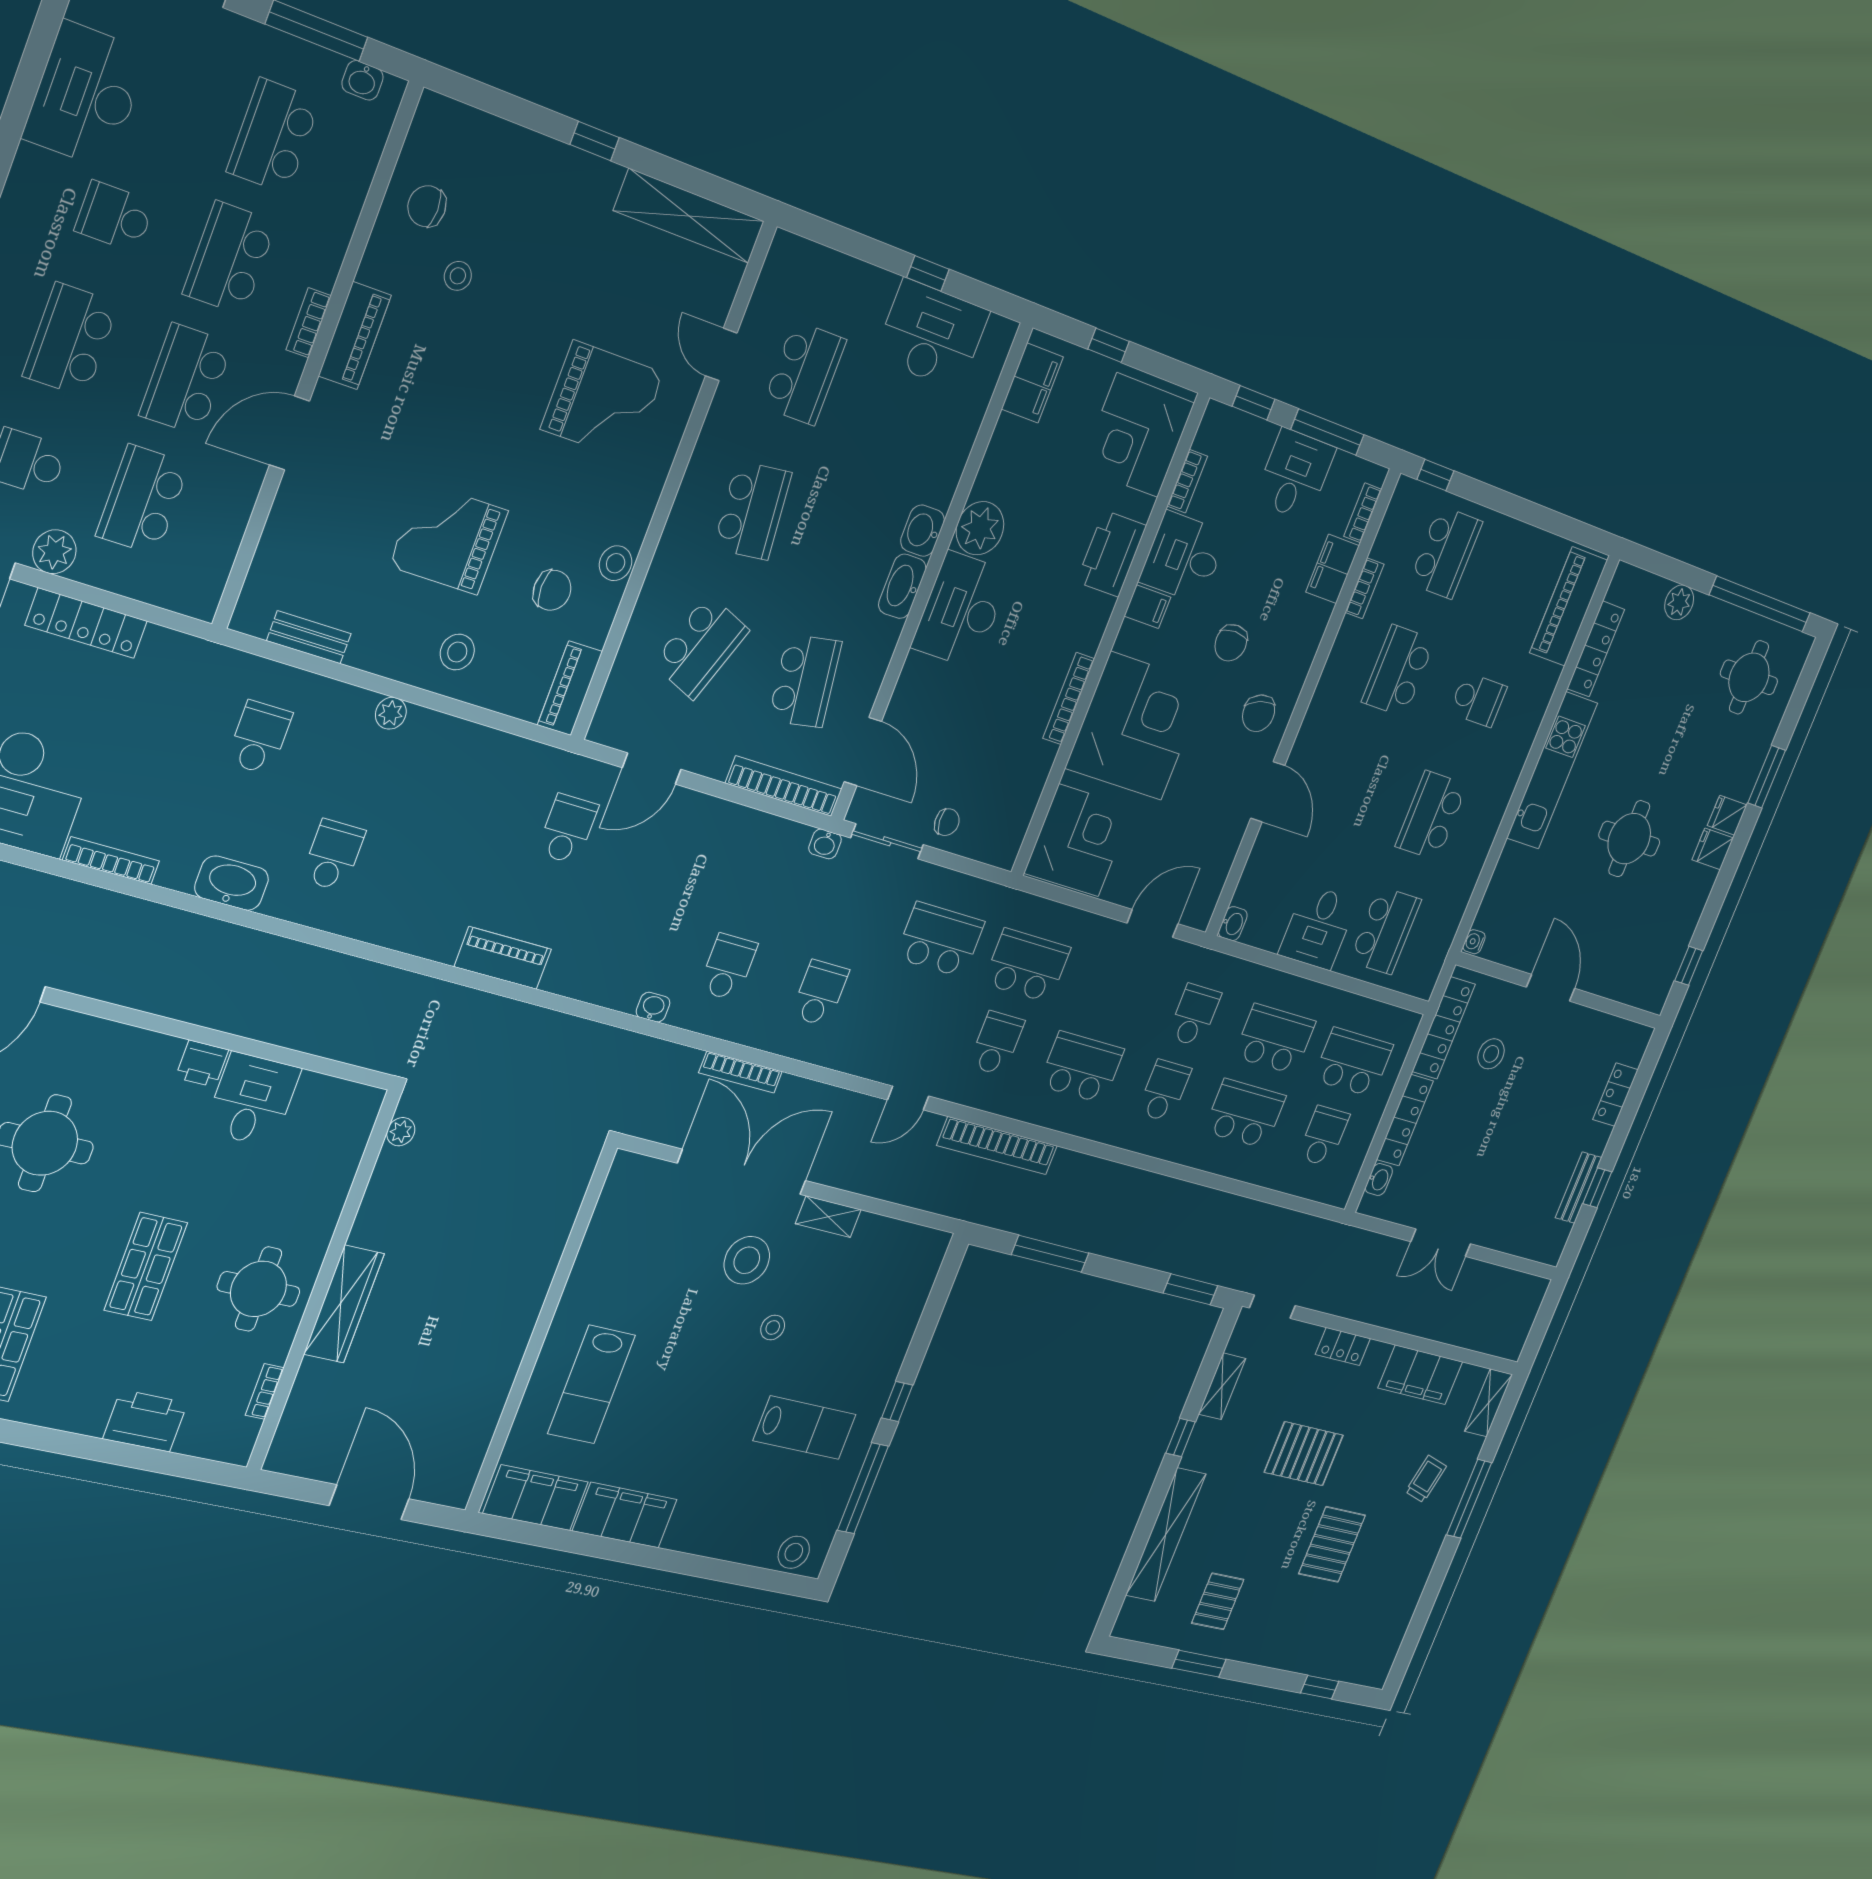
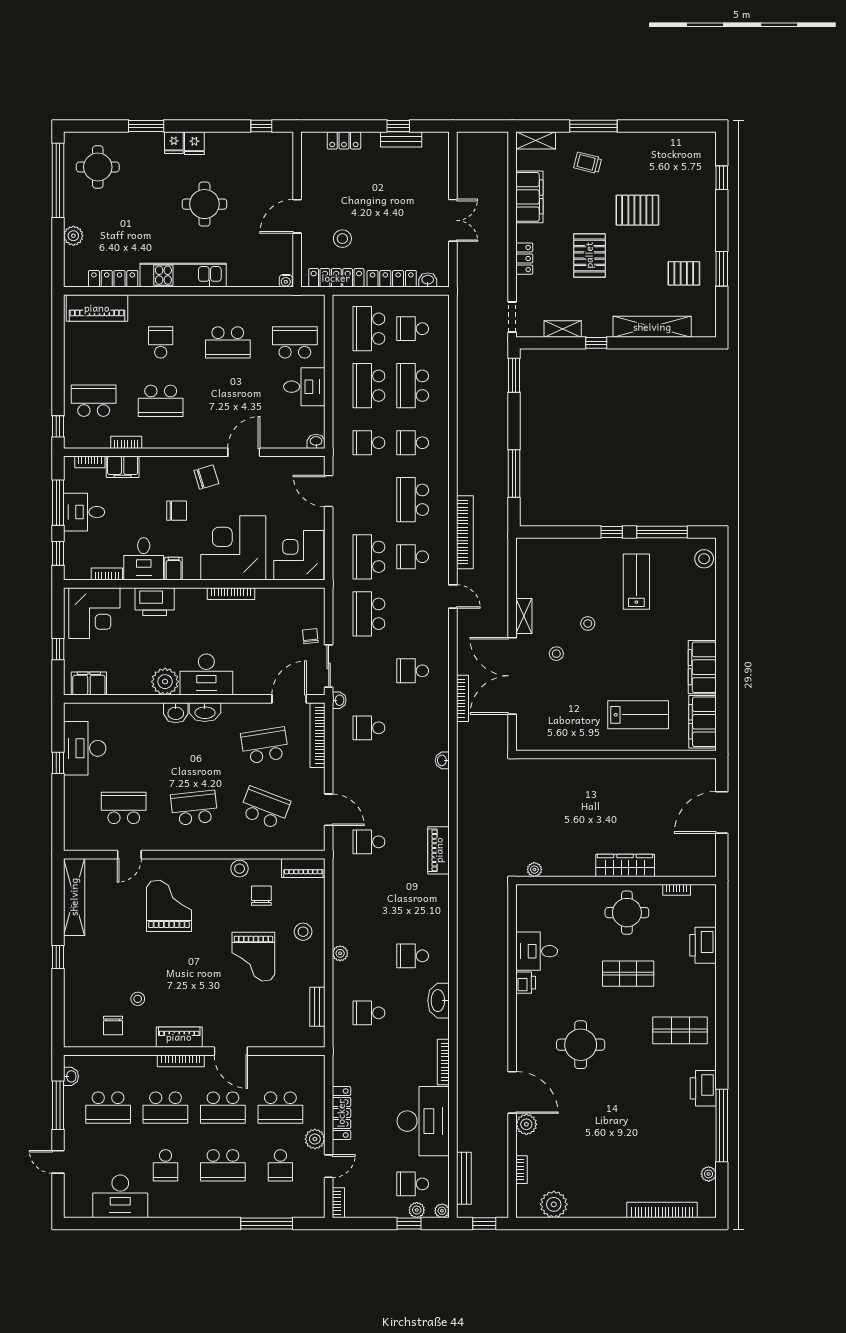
bookcase: (309, 323) -> (181, 1061), width x1.56
school desk: (728, 967) -> (369, 728), moved
stool: (747, 1260) -> (556, 654), width x0.53, depth x0.53

